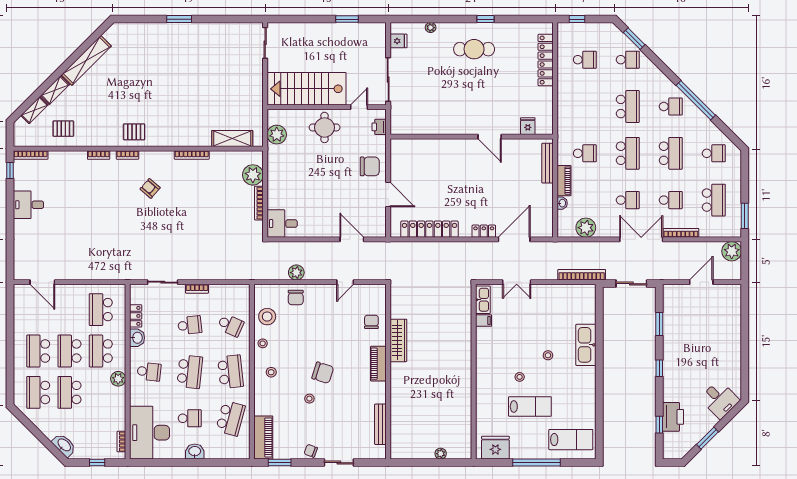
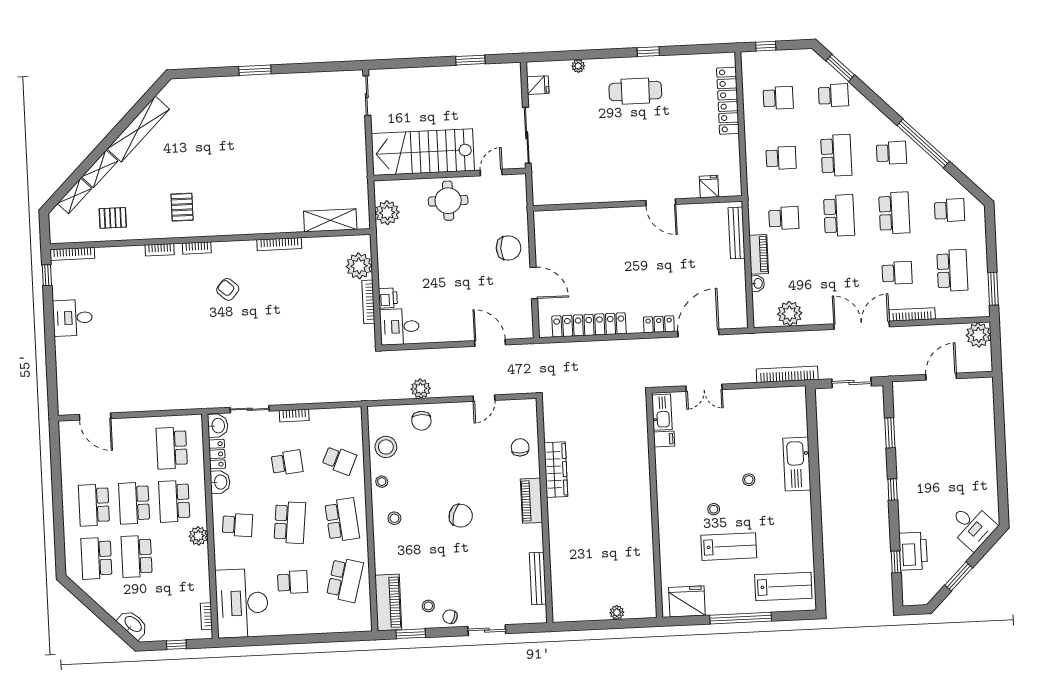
printer: (379, 127) -> (388, 298), moved, turned 180
pallet: (134, 132) -> (182, 207), moved, turned 90
school desk: (628, 200) -> (781, 158), moved
stool: (309, 399) -> (428, 606), moved
washbasin: (195, 452) -> (218, 426), moved, turned 90

